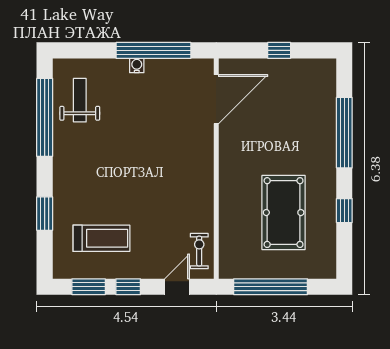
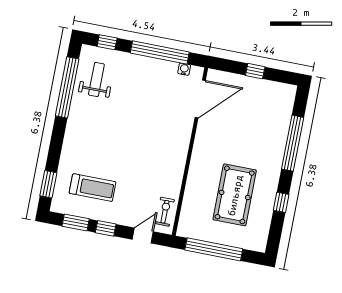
window: (84, 50) -> (107, 42), added
water cooler: (137, 65) -> (184, 69), moved
window: (45, 214) -> (48, 184), moved

